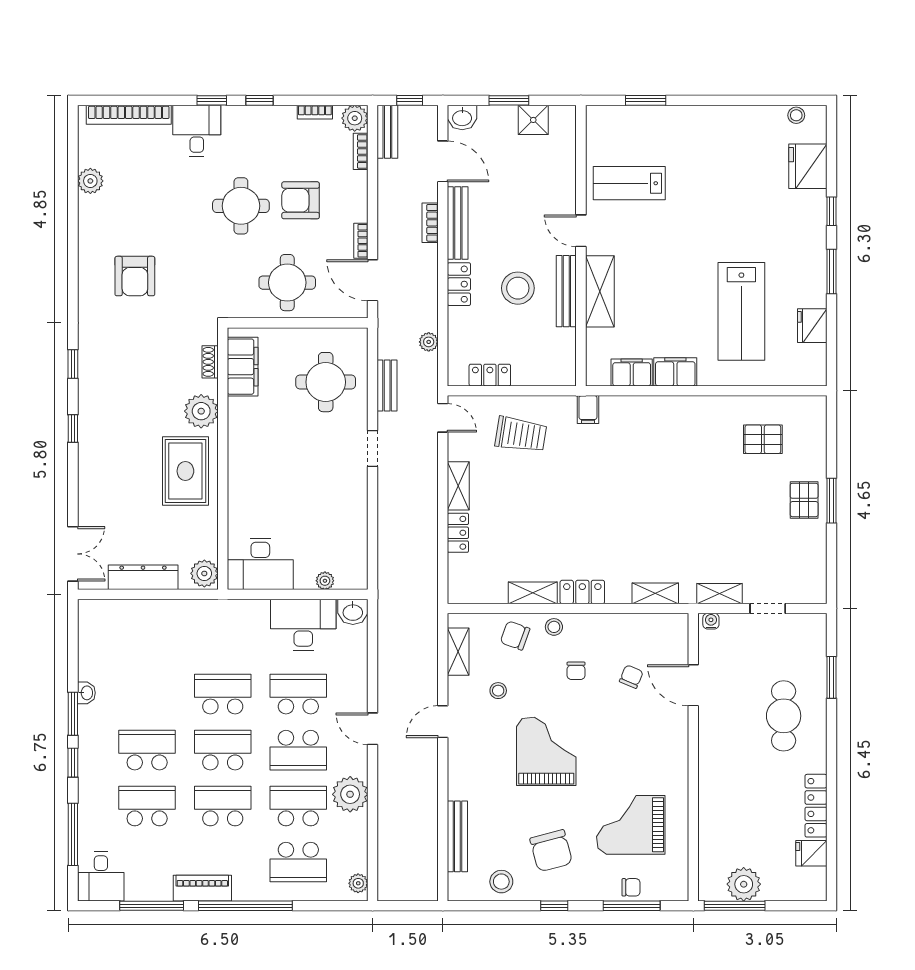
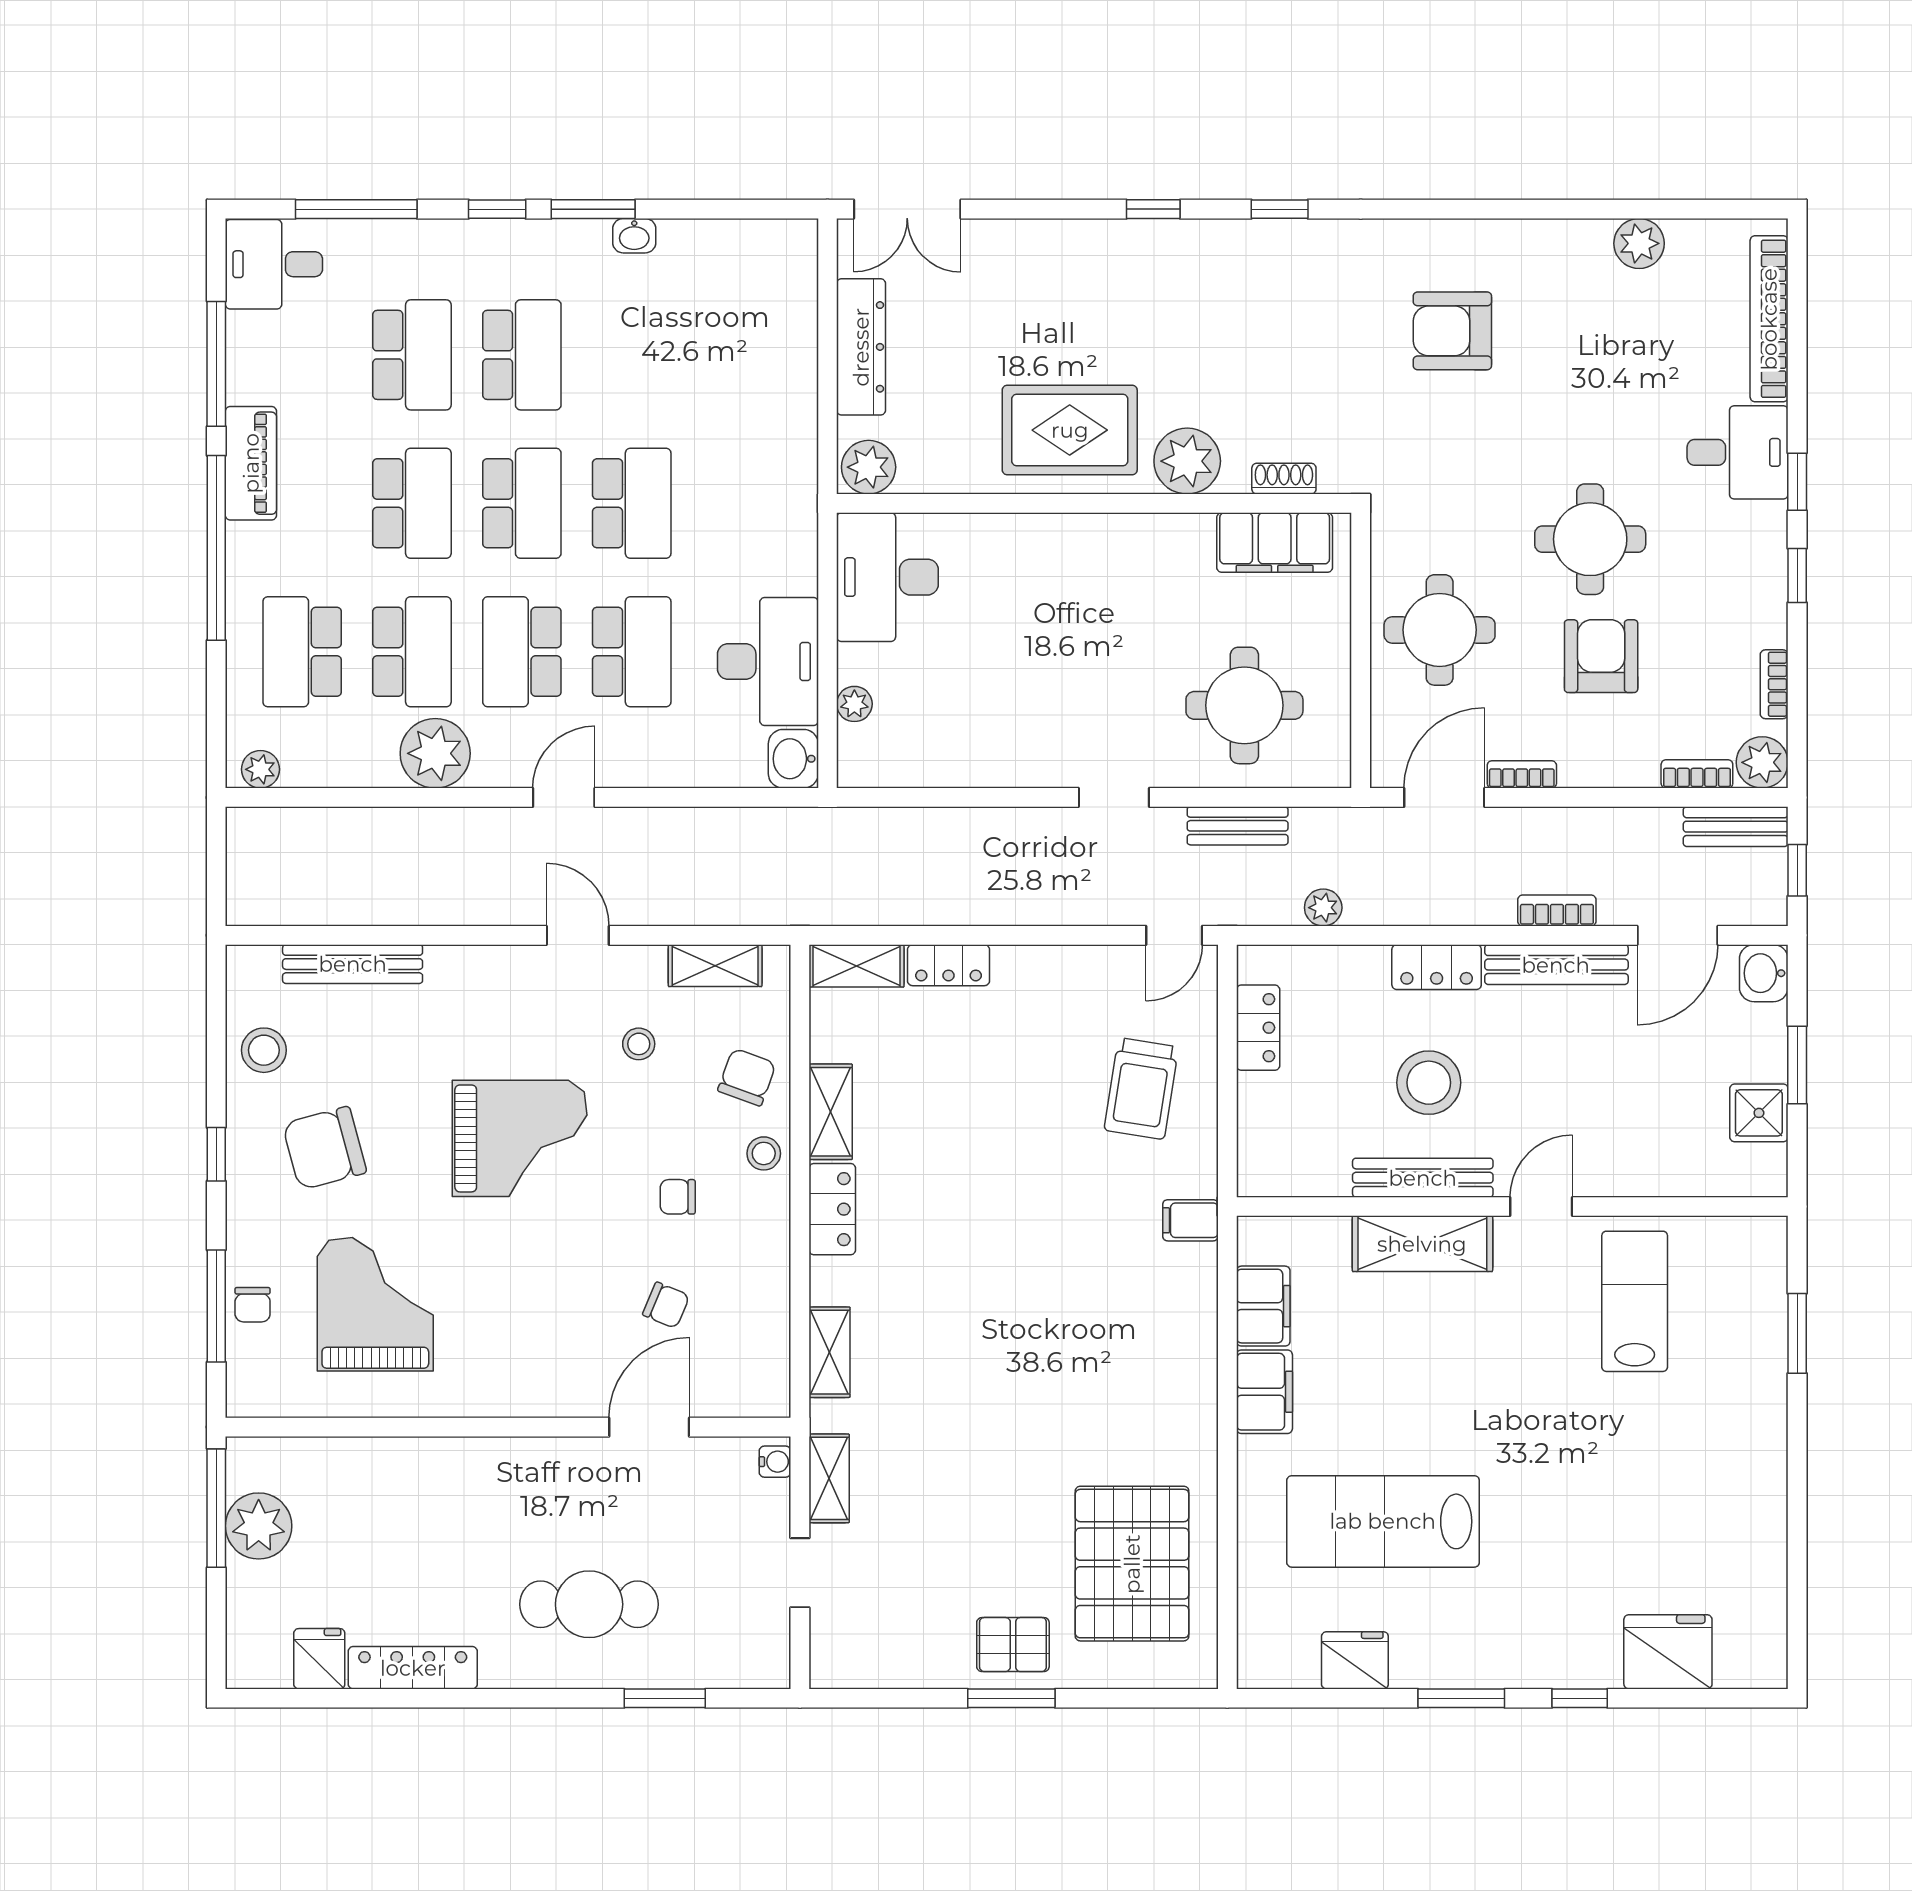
stool: (796, 115) -> (1768, 1629), removed
pallet: (763, 439) -> (1132, 1564), width x2.05, depth x2.00
shelving: (458, 486) -> (857, 966), moved

